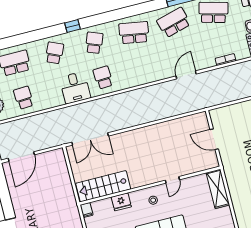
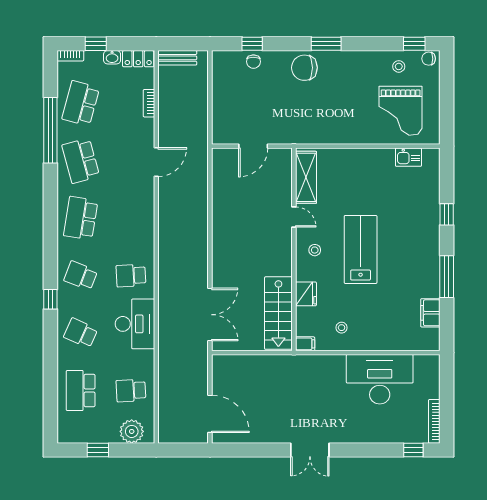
door: (186, 75) -> (156, 162), swing flipped
desk: (75, 88) -> (135, 324), width x1.37
shelving: (218, 189) -> (306, 177), moved, turned 90

